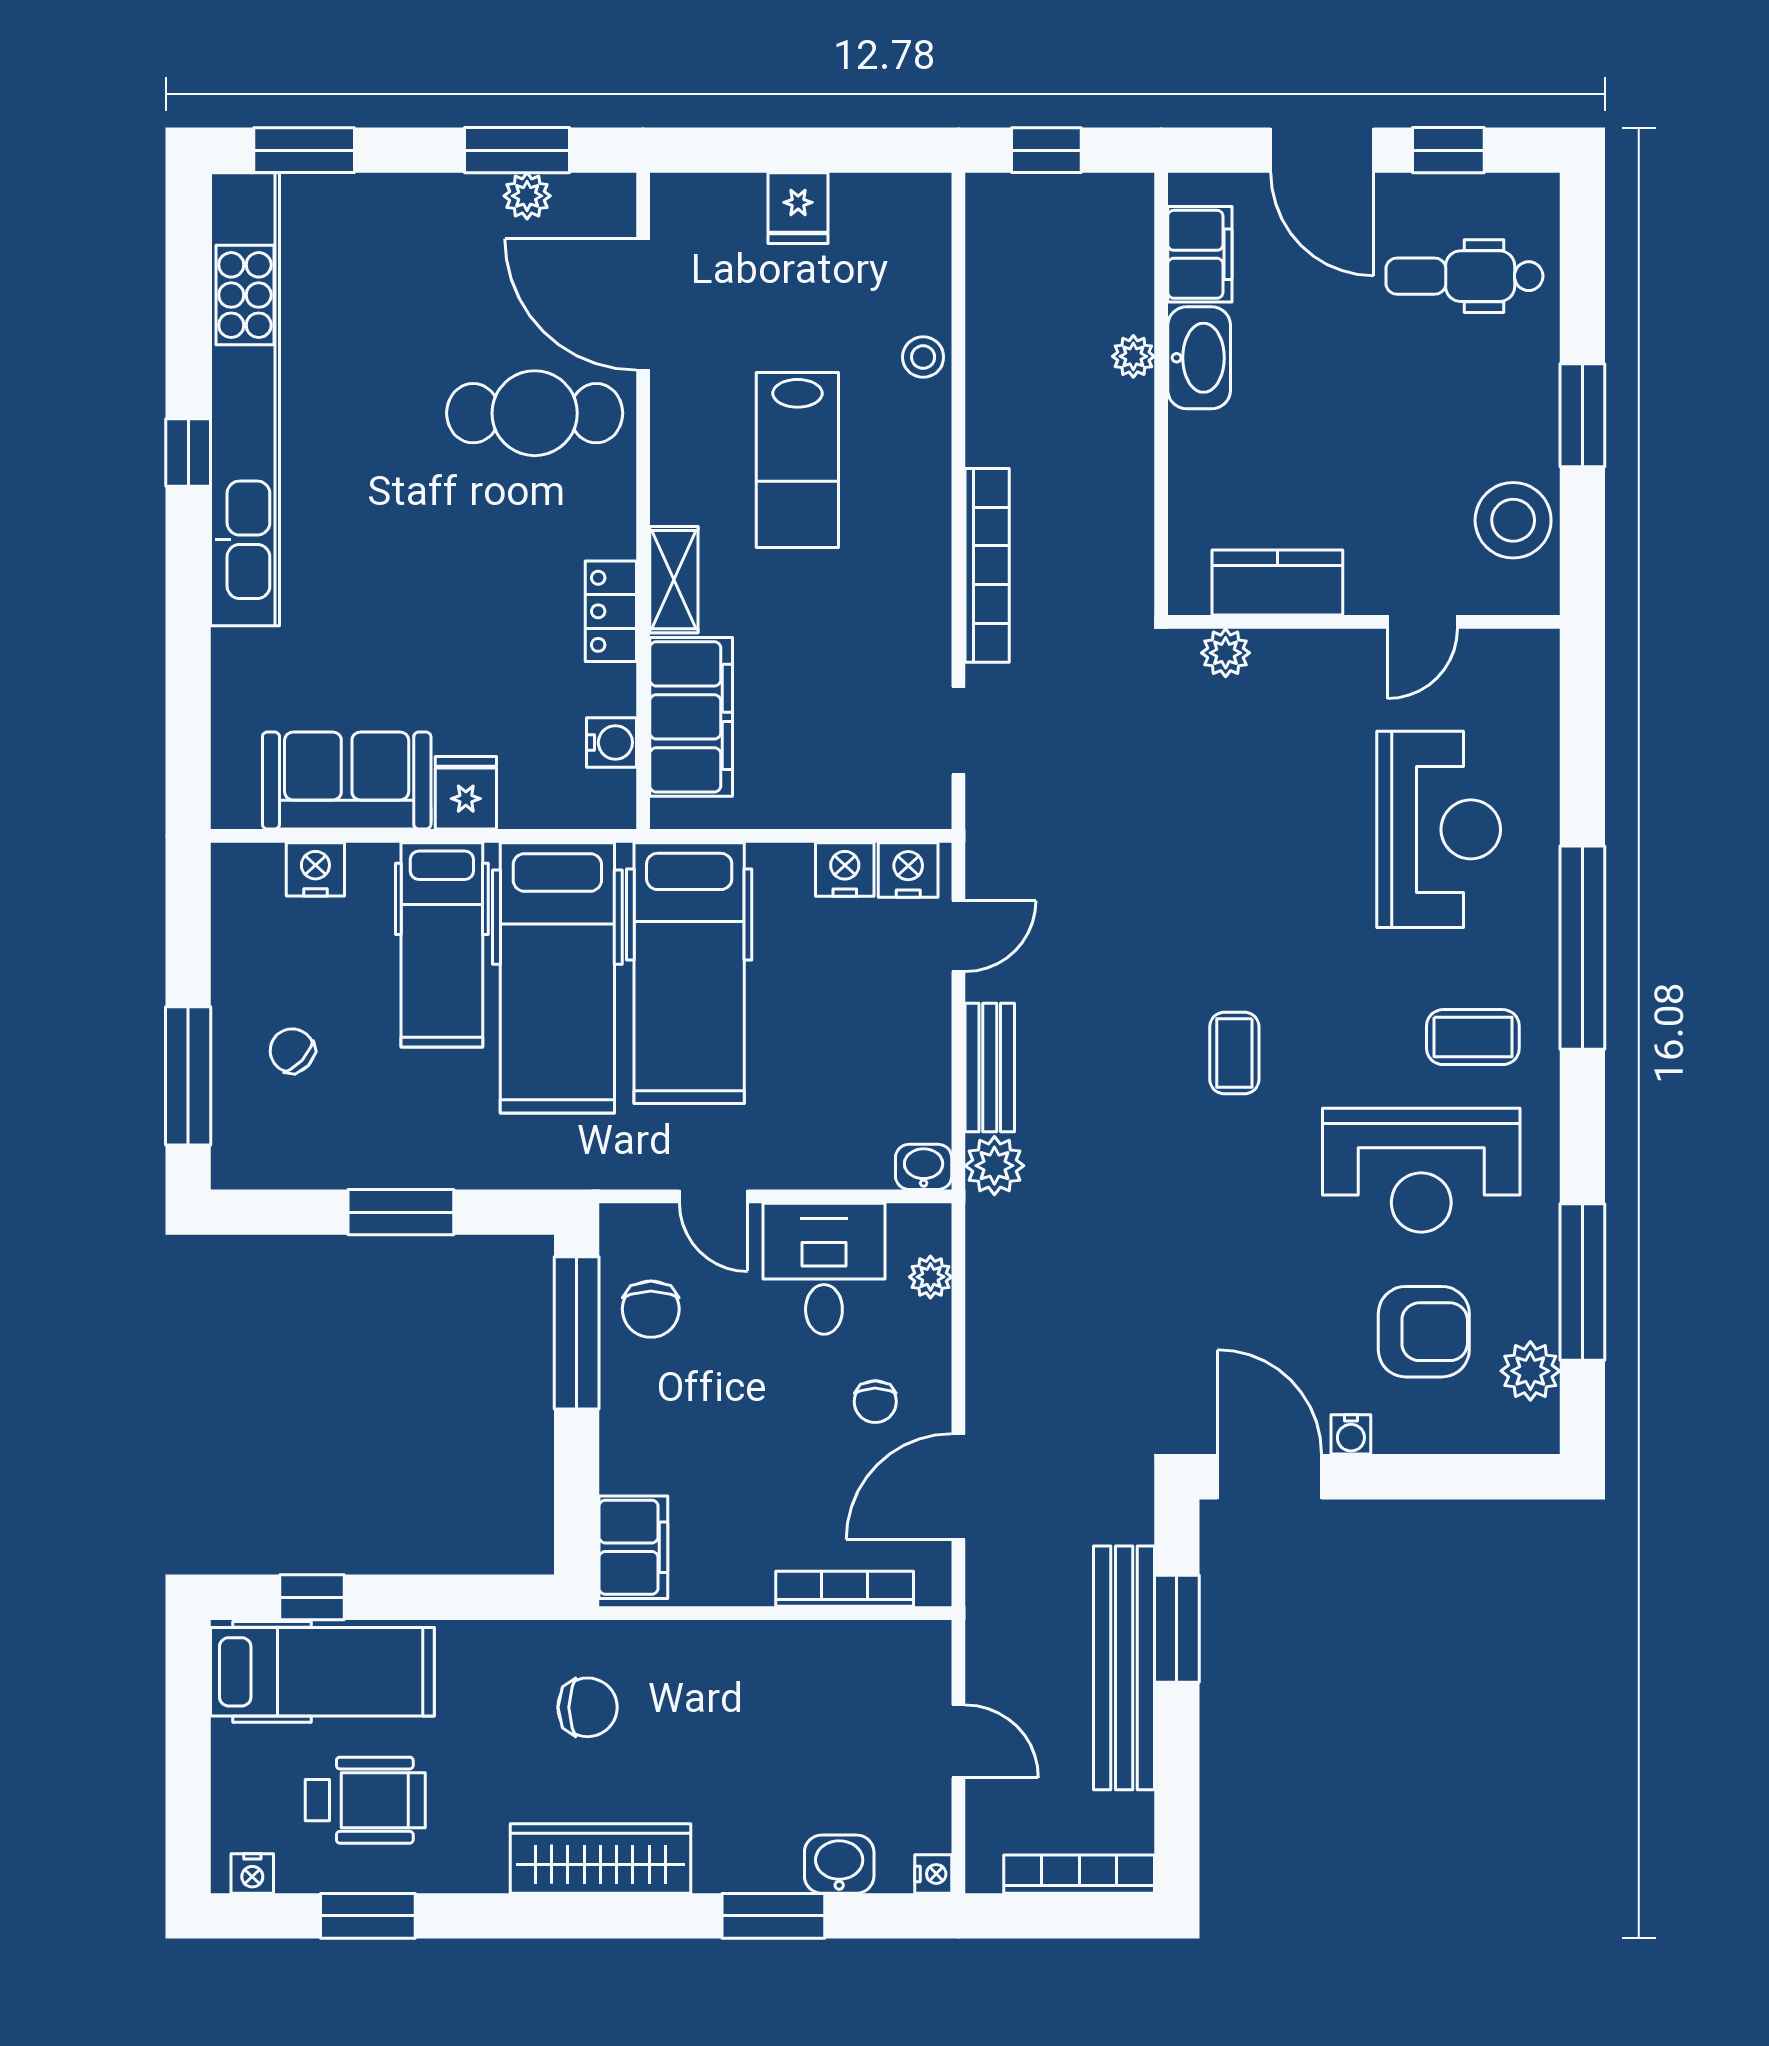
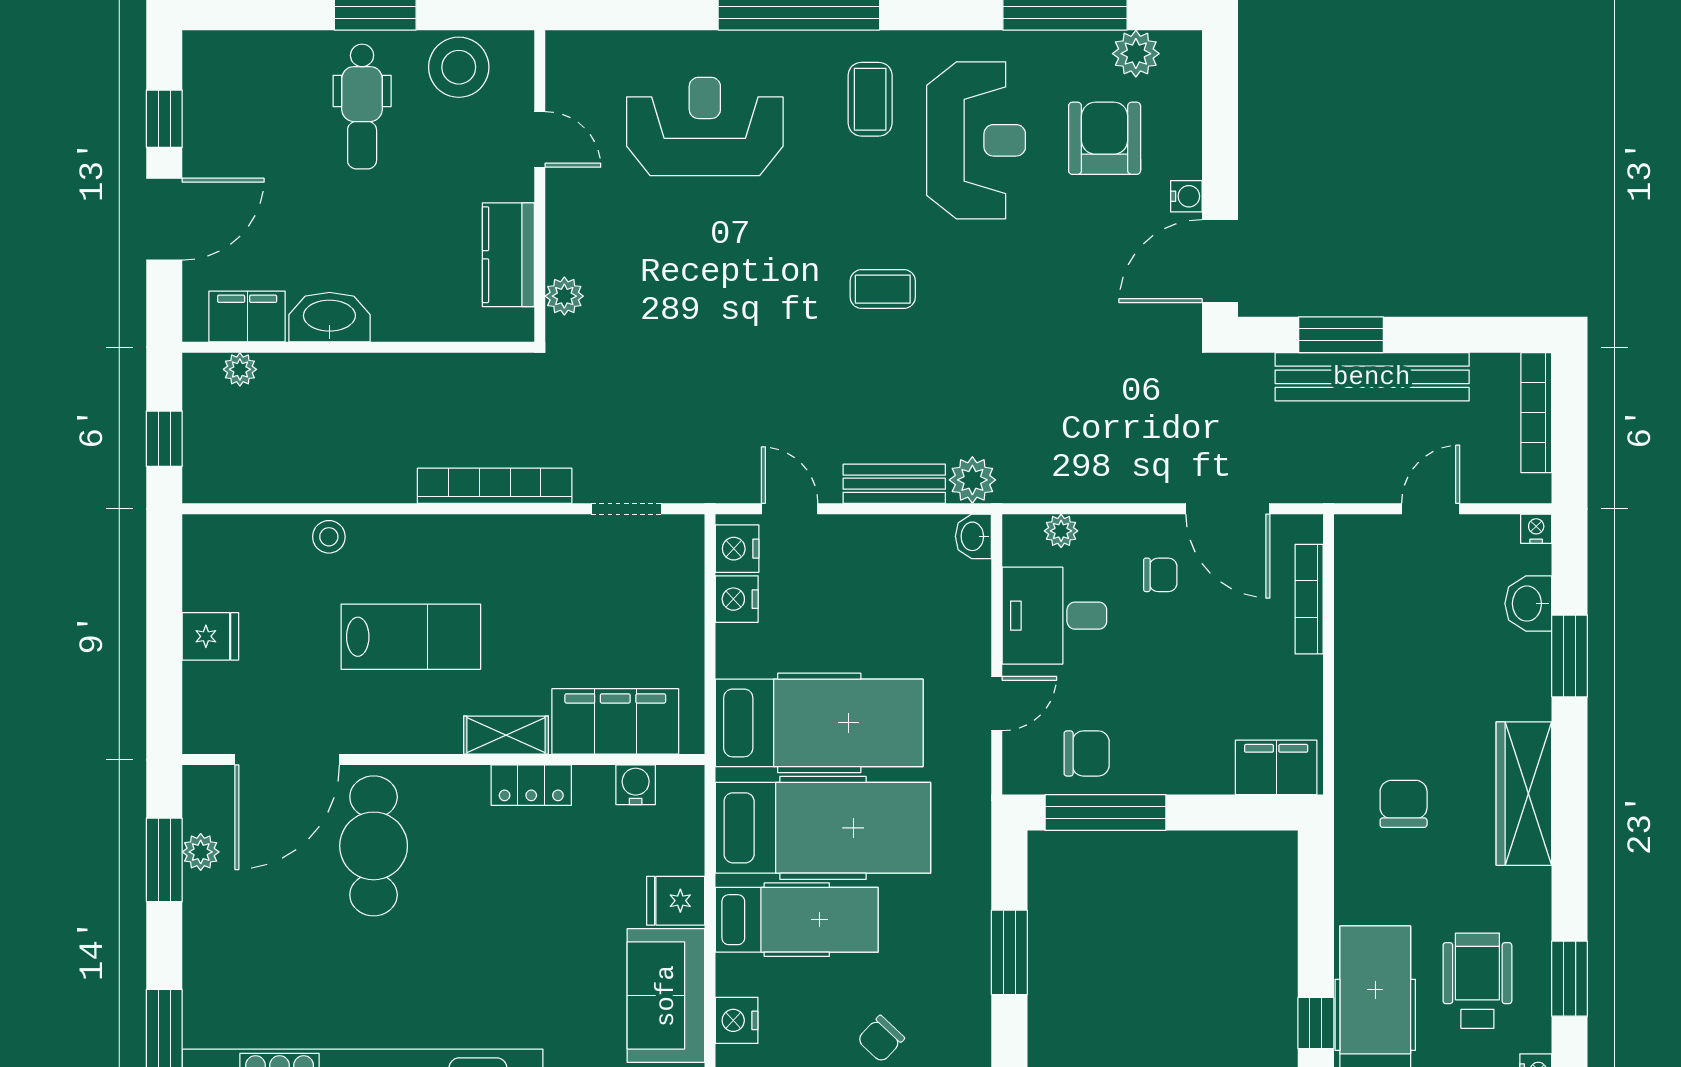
dental chair: (1464, 276) -> (362, 107), moved
plant: (1133, 356) -> (240, 369), moved

